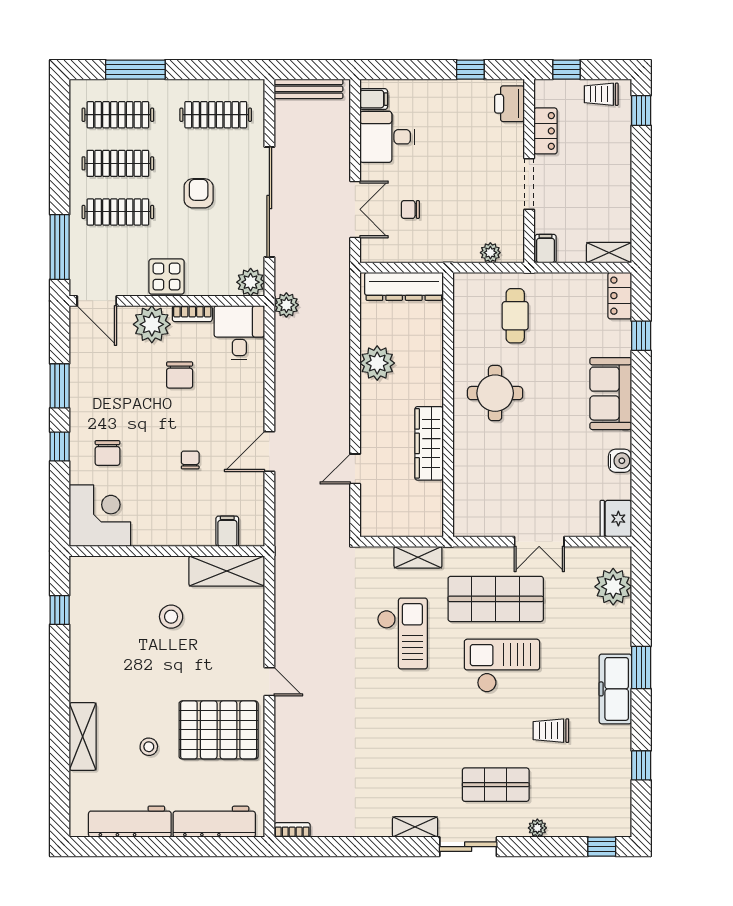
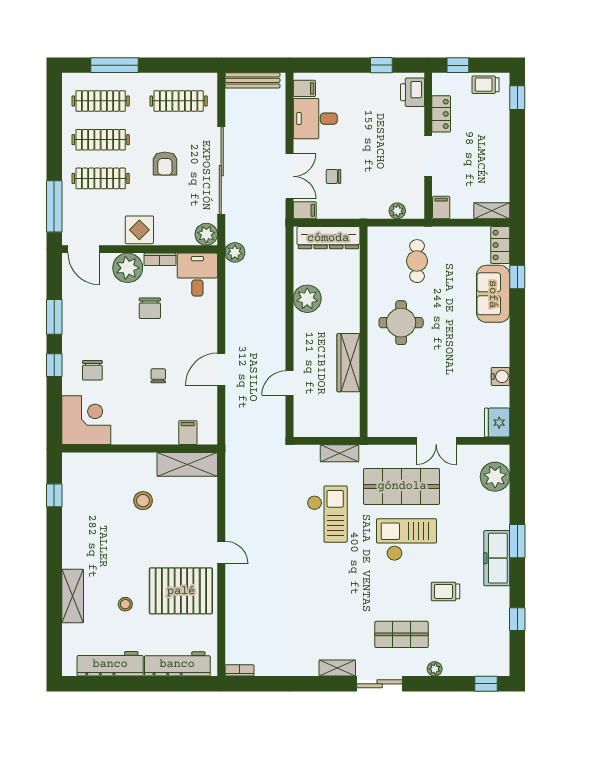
armchair: (199, 193) -> (165, 164), turned 180
filing cabinet: (374, 252) -> (305, 210), added
sofa: (611, 394) -> (493, 294), moved

